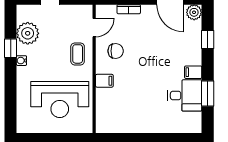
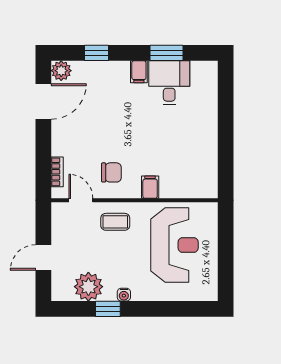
bookcase: (129, 9) -> (57, 172), moved
chair: (116, 51) -> (111, 172), turned 90

